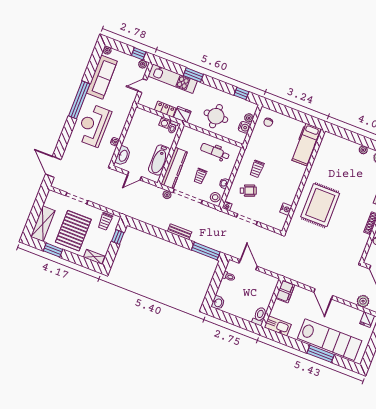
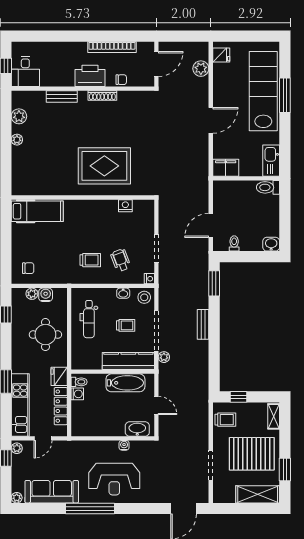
door: (142, 86) -> (43, 438), hinge flipped
locker: (165, 109) -> (61, 406), width x1.53
window: (206, 251) -> (214, 283), width x0.69

